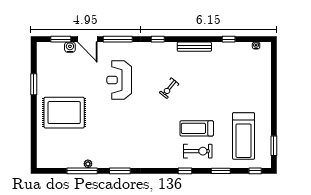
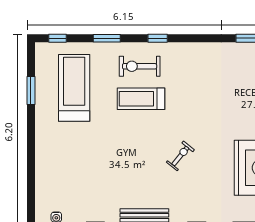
treadmill: (197, 128) -> (141, 99), turned 180
window: (274, 146) -> (31, 90), moved

